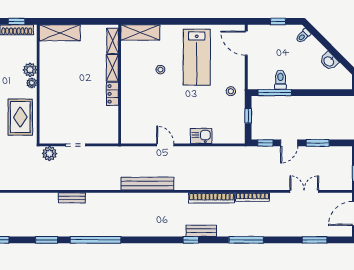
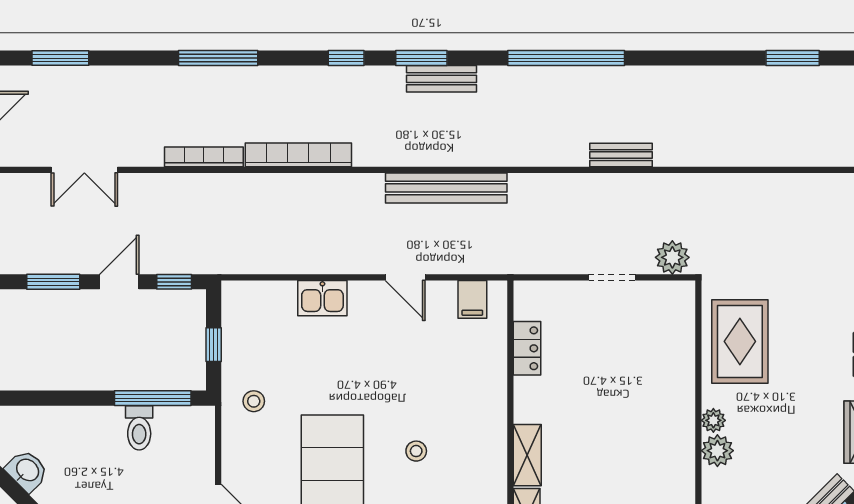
locker: (112, 94) -> (527, 348), moved
filing cabinet: (136, 135) -> (472, 299), added
bench: (201, 231) -> (442, 79), moved
window: (47, 240) -> (421, 58), moved

